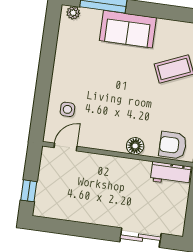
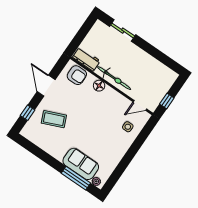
sofa: (128, 29) -> (81, 164), moved
bicycle: (120, 167) -> (114, 78), added
window: (29, 191) -> (167, 101), moved

